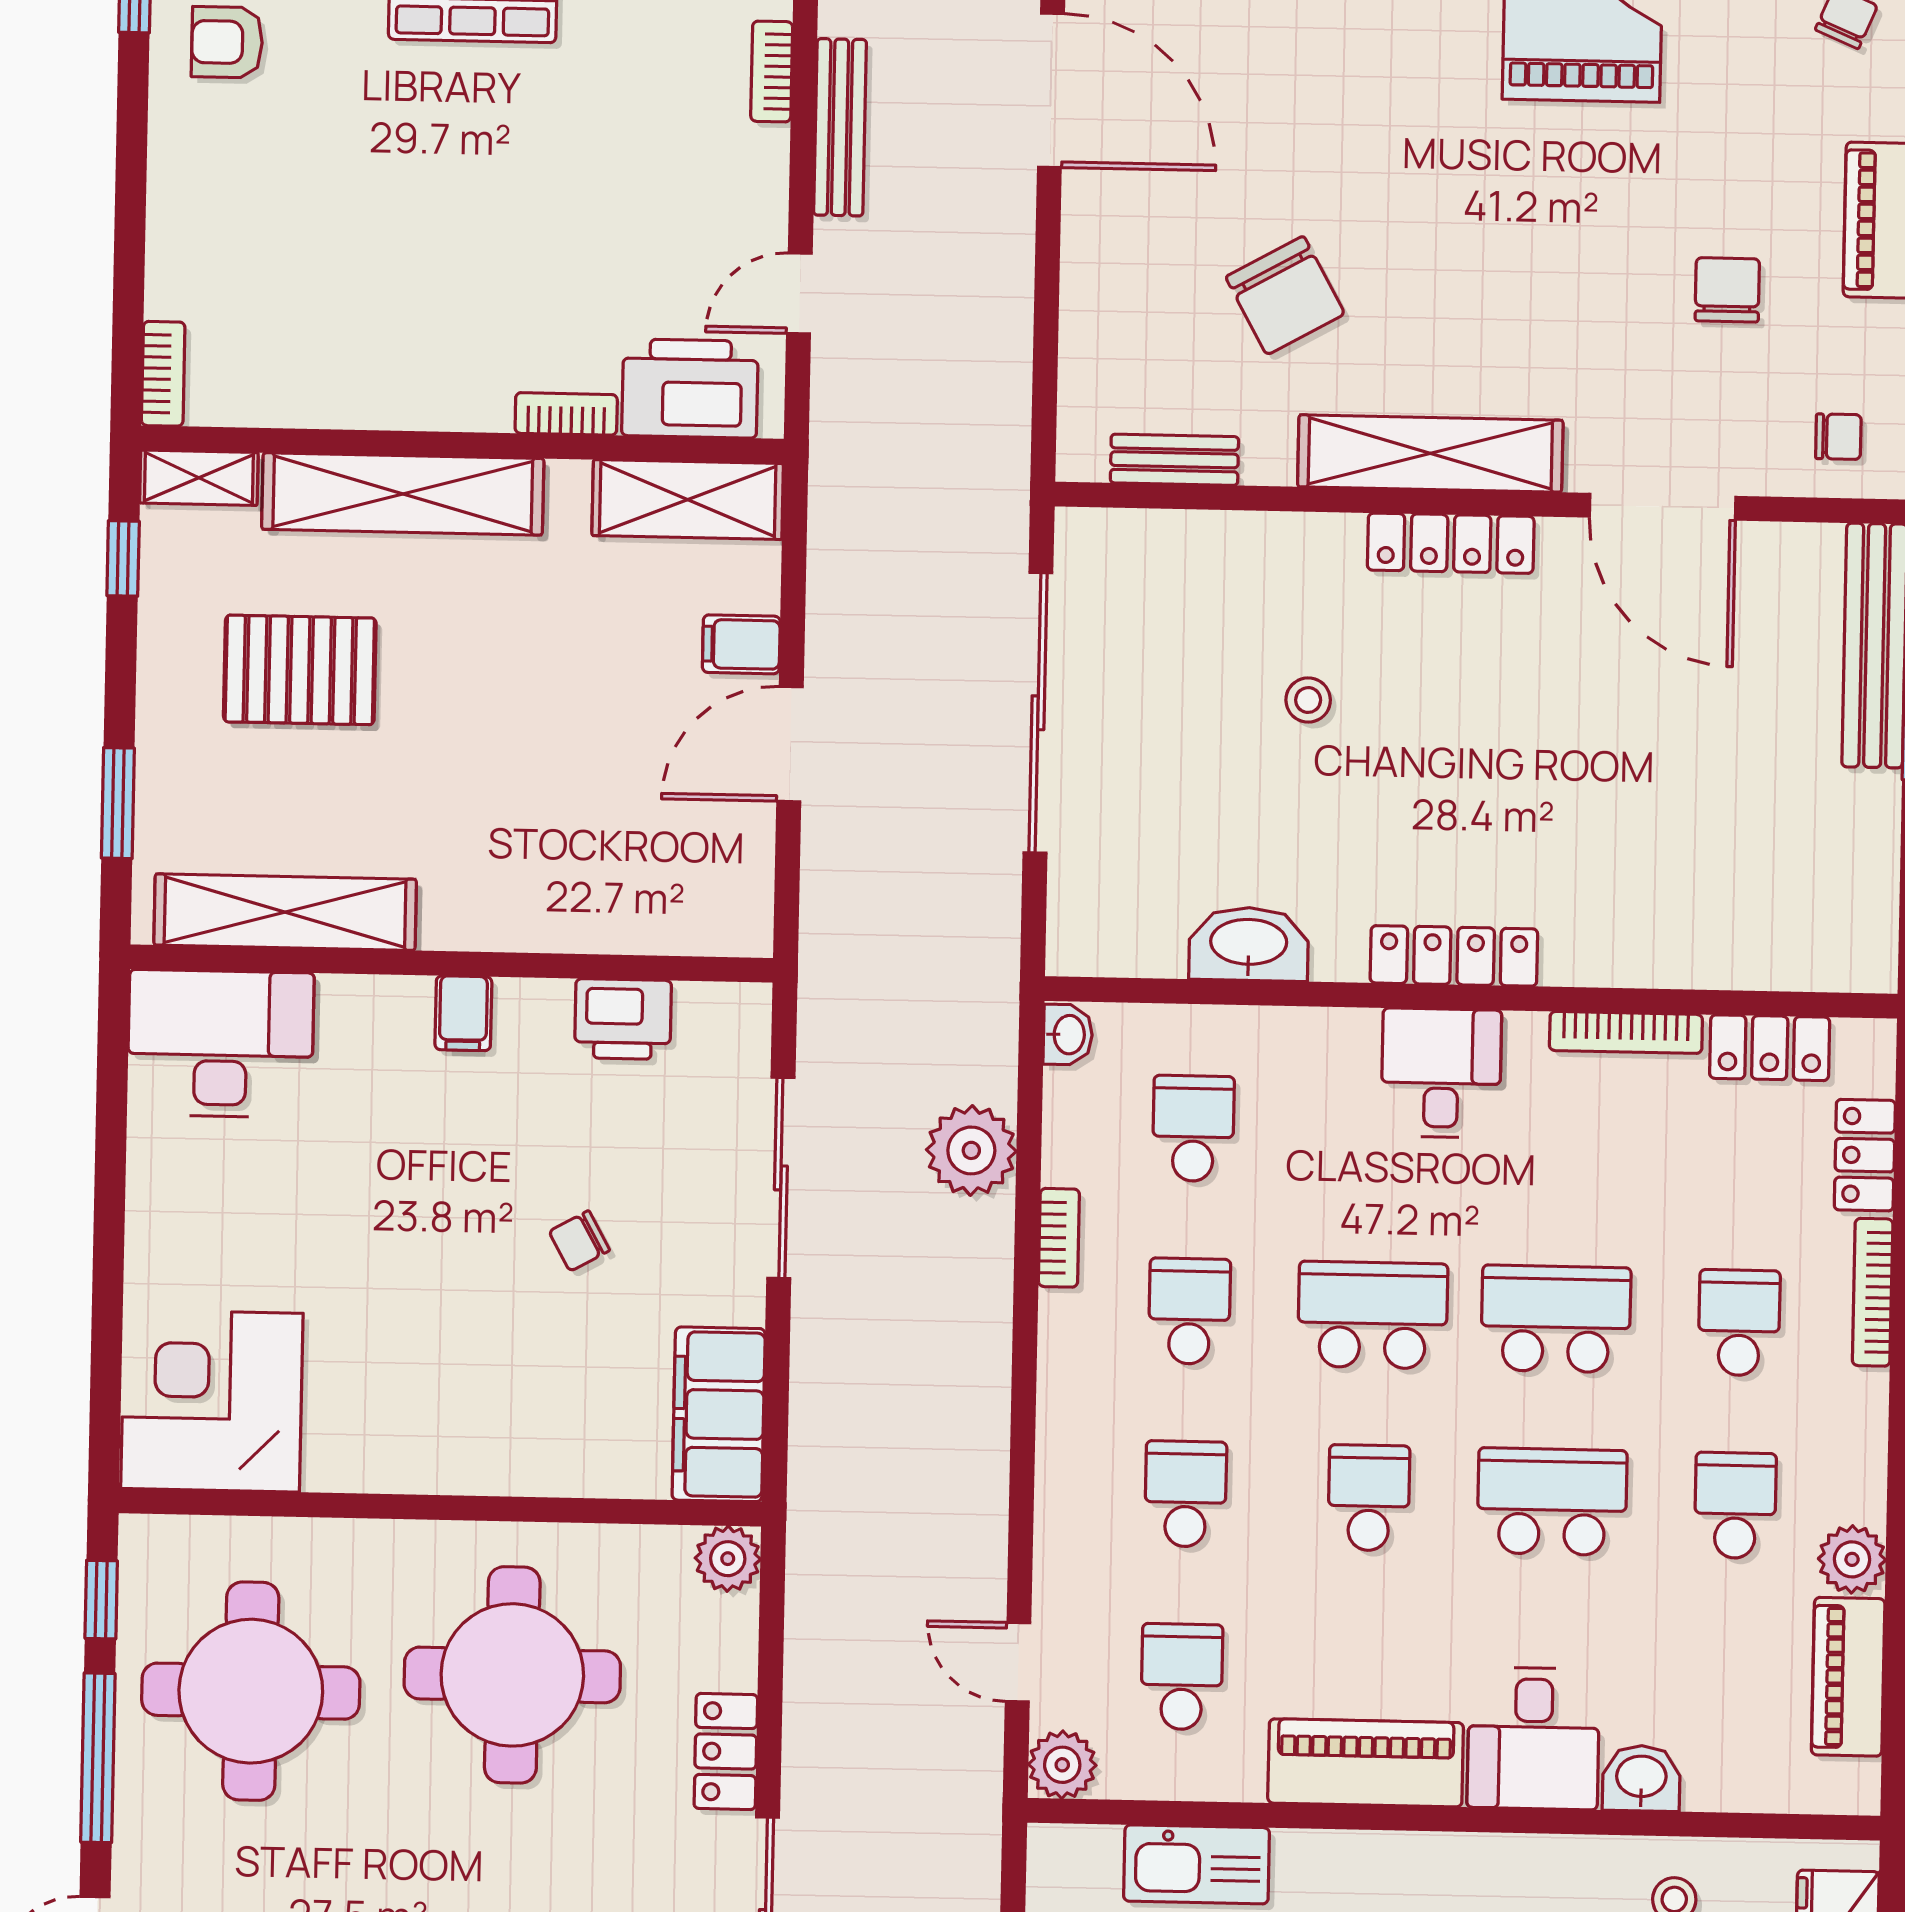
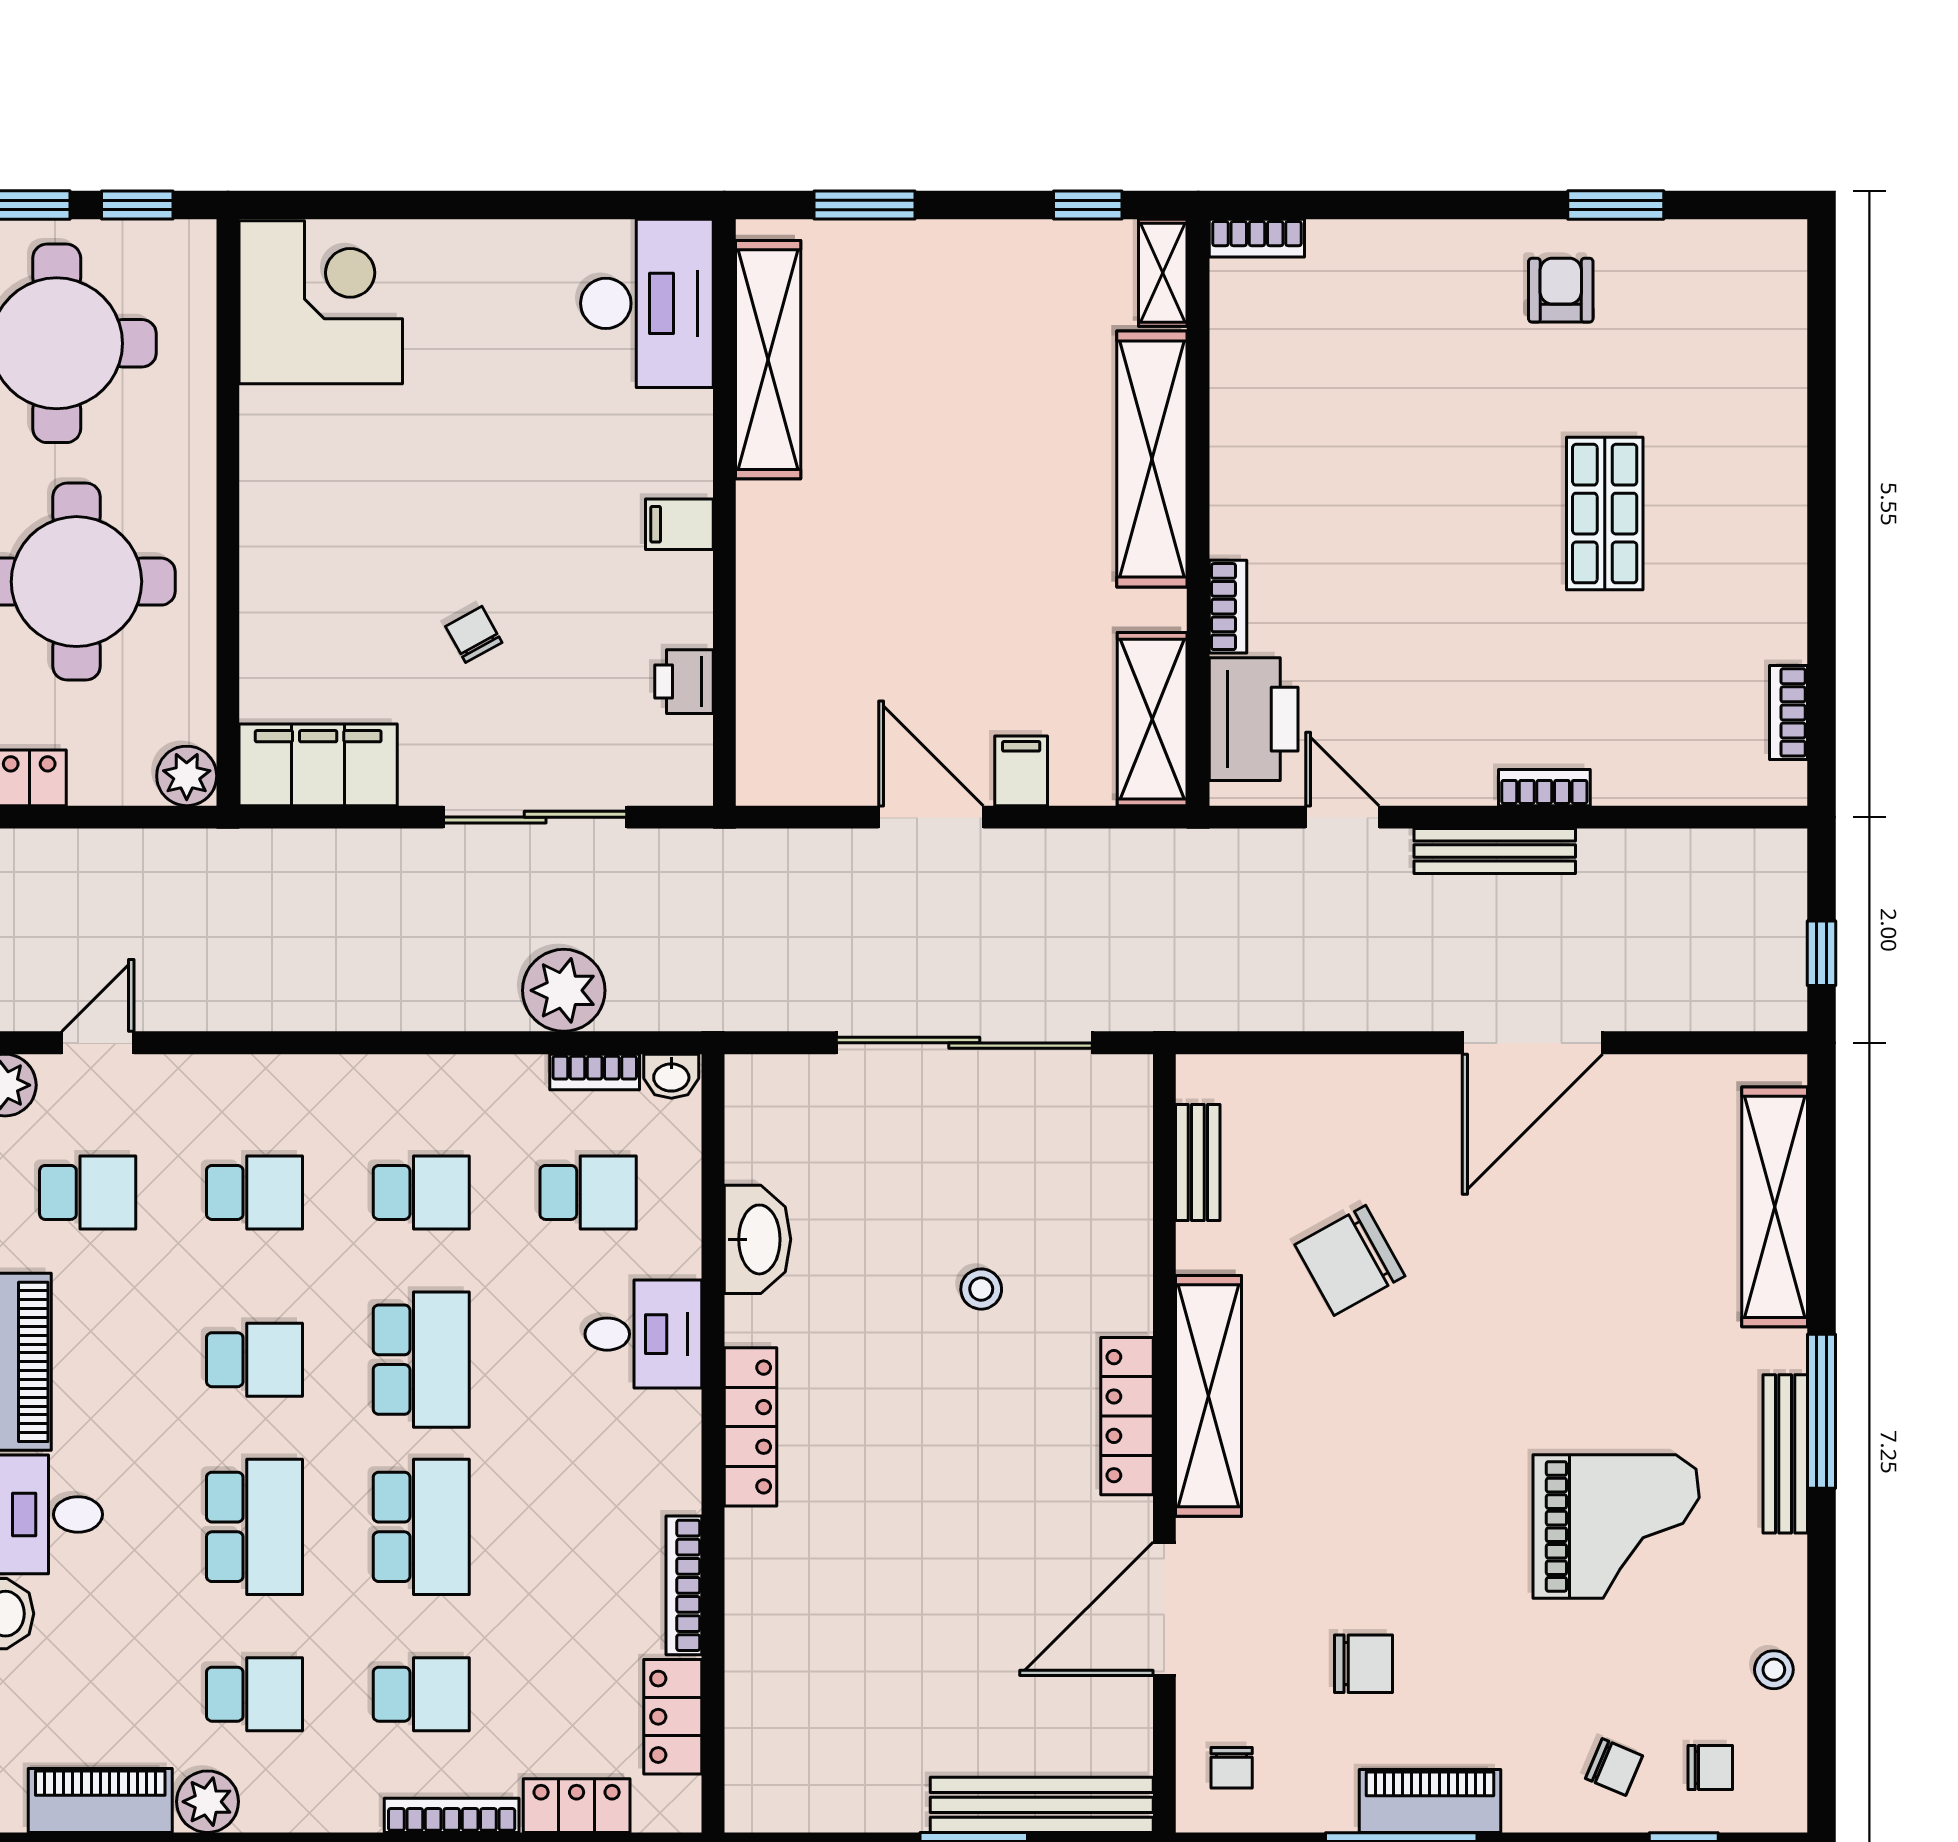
pallet: (300, 670) -> (989, 368), removed
printer: (623, 1019) -> (684, 682), width x0.73, depth x0.81
desk: (1441, 1073) -> (643, 1334), moved
bookcase: (1059, 1238) -> (595, 1072), moved

